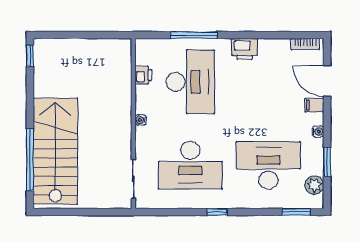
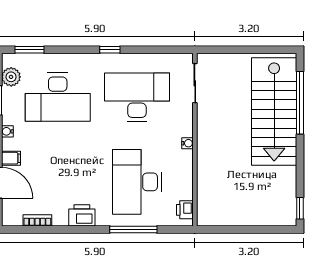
bookcase: (305, 44) -> (37, 220), moved
printer: (143, 75) -> (185, 210), moved

